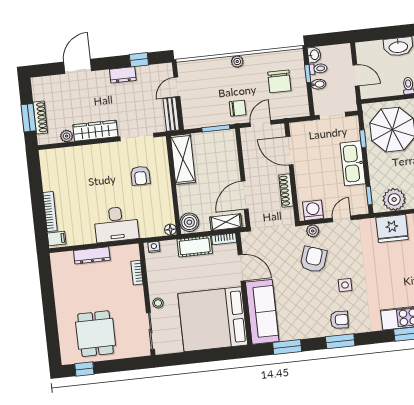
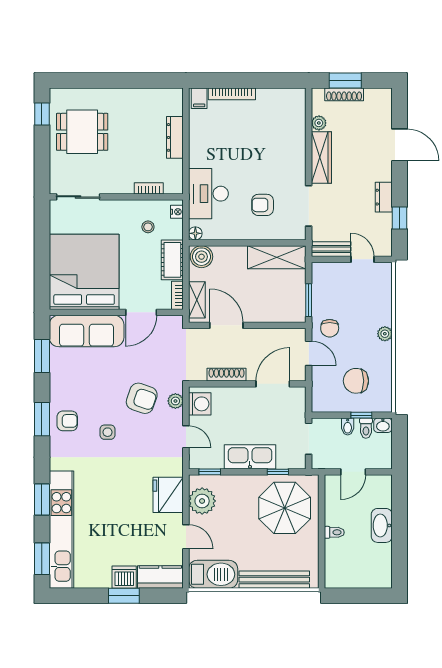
desk: (116, 224) -> (208, 194), moved
stool: (158, 303) -> (148, 227), moved
armchair: (339, 320) -> (67, 421), turned -93

